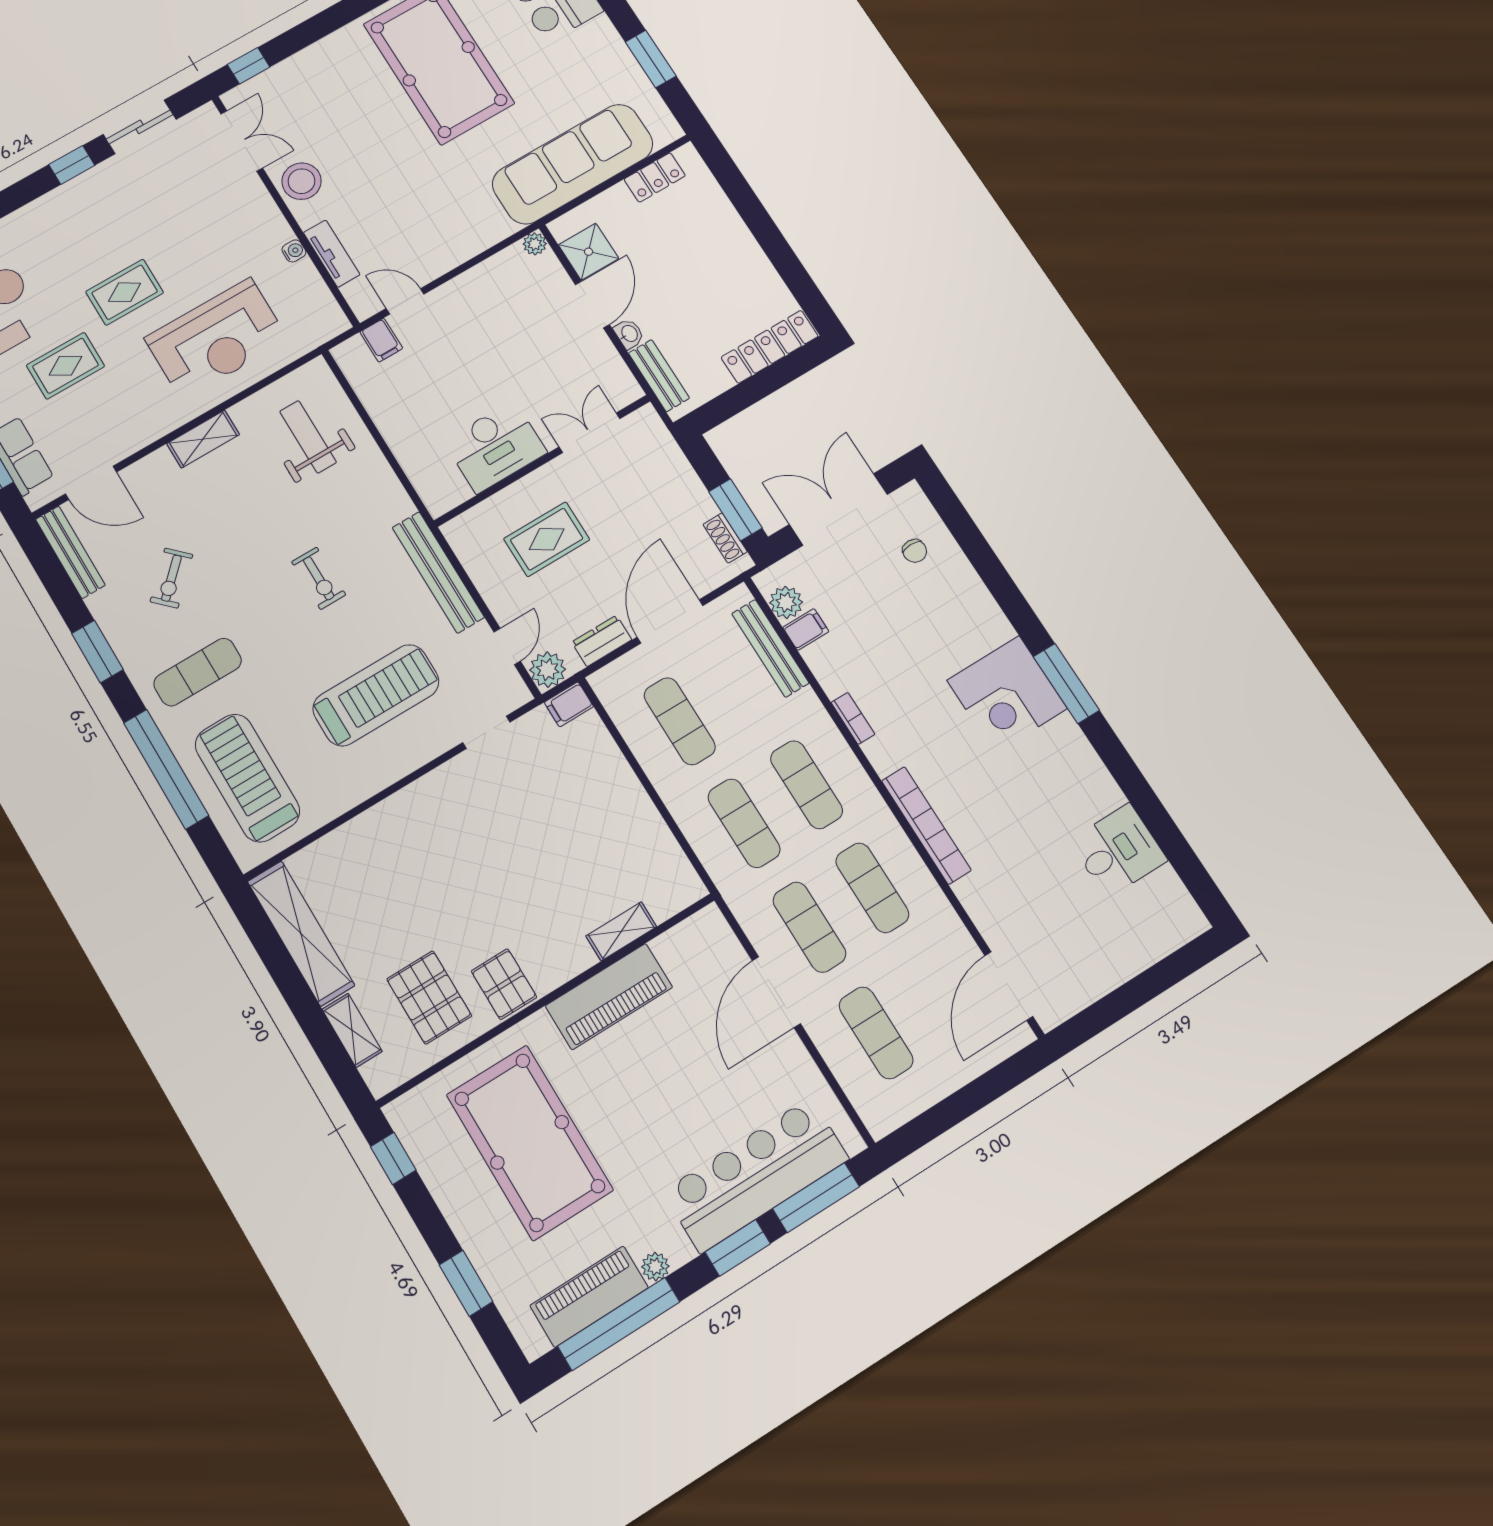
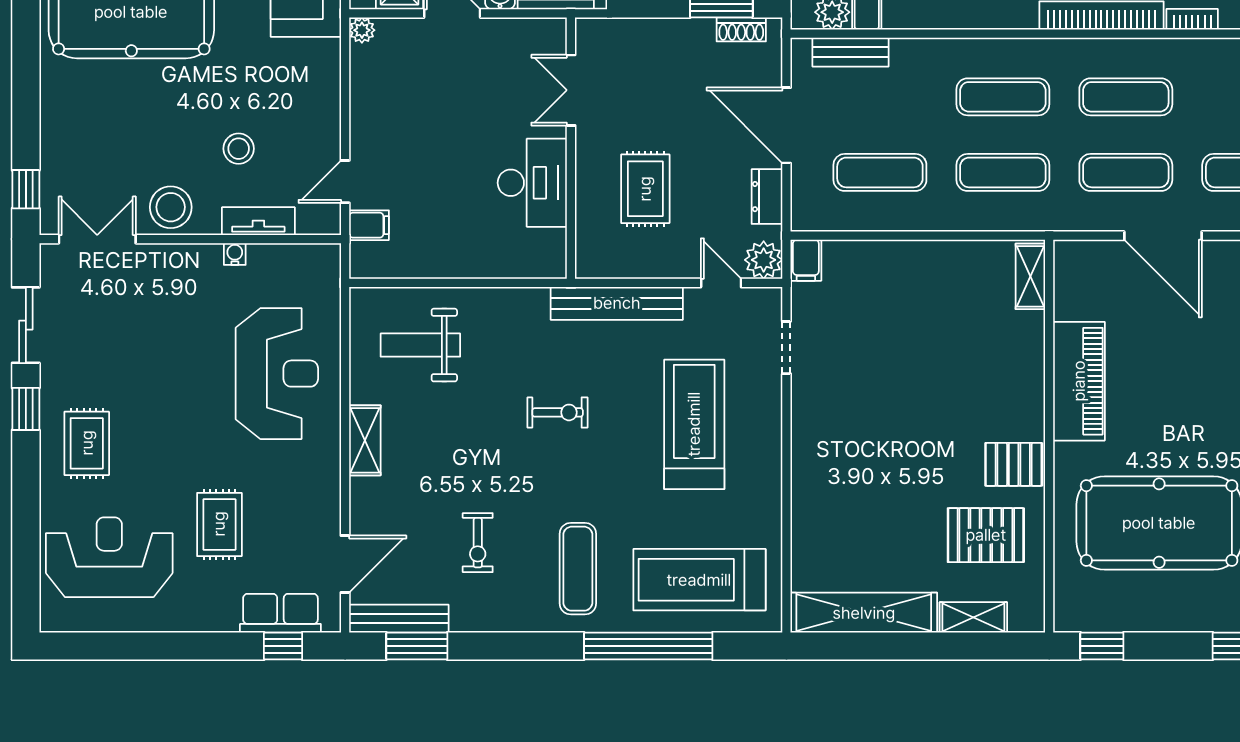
stool: (381, 205) -> (239, 149), added
rug: (125, 292) -> (87, 443), moved
exercise bike: (171, 578) -> (478, 543), turned 45
bench: (770, 648) -> (851, 52), width x0.73
window: (97, 651) -> (417, 646), moved
bookcase: (853, 718) -> (1192, 19), moved
shelving: (621, 931) -> (1030, 276), moved

